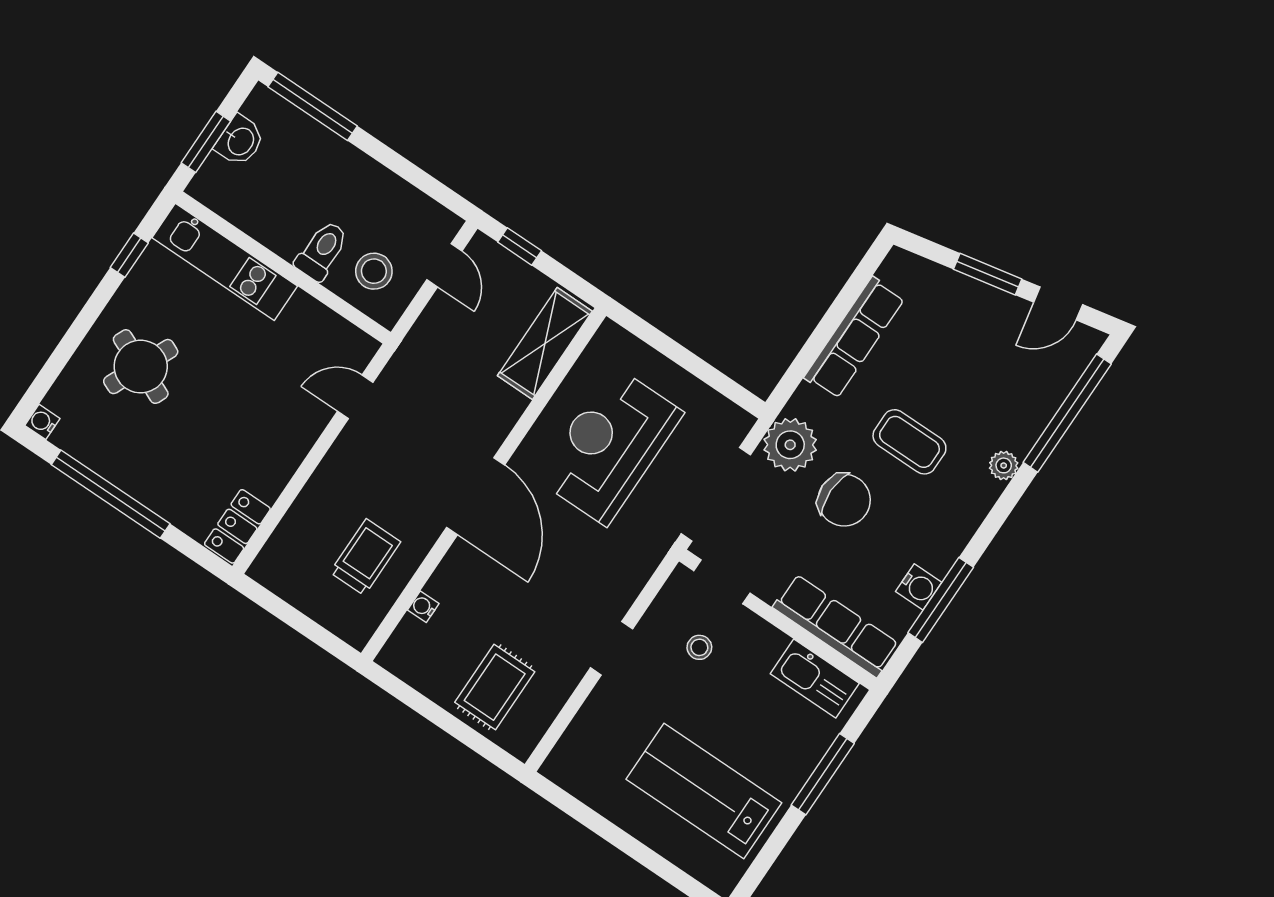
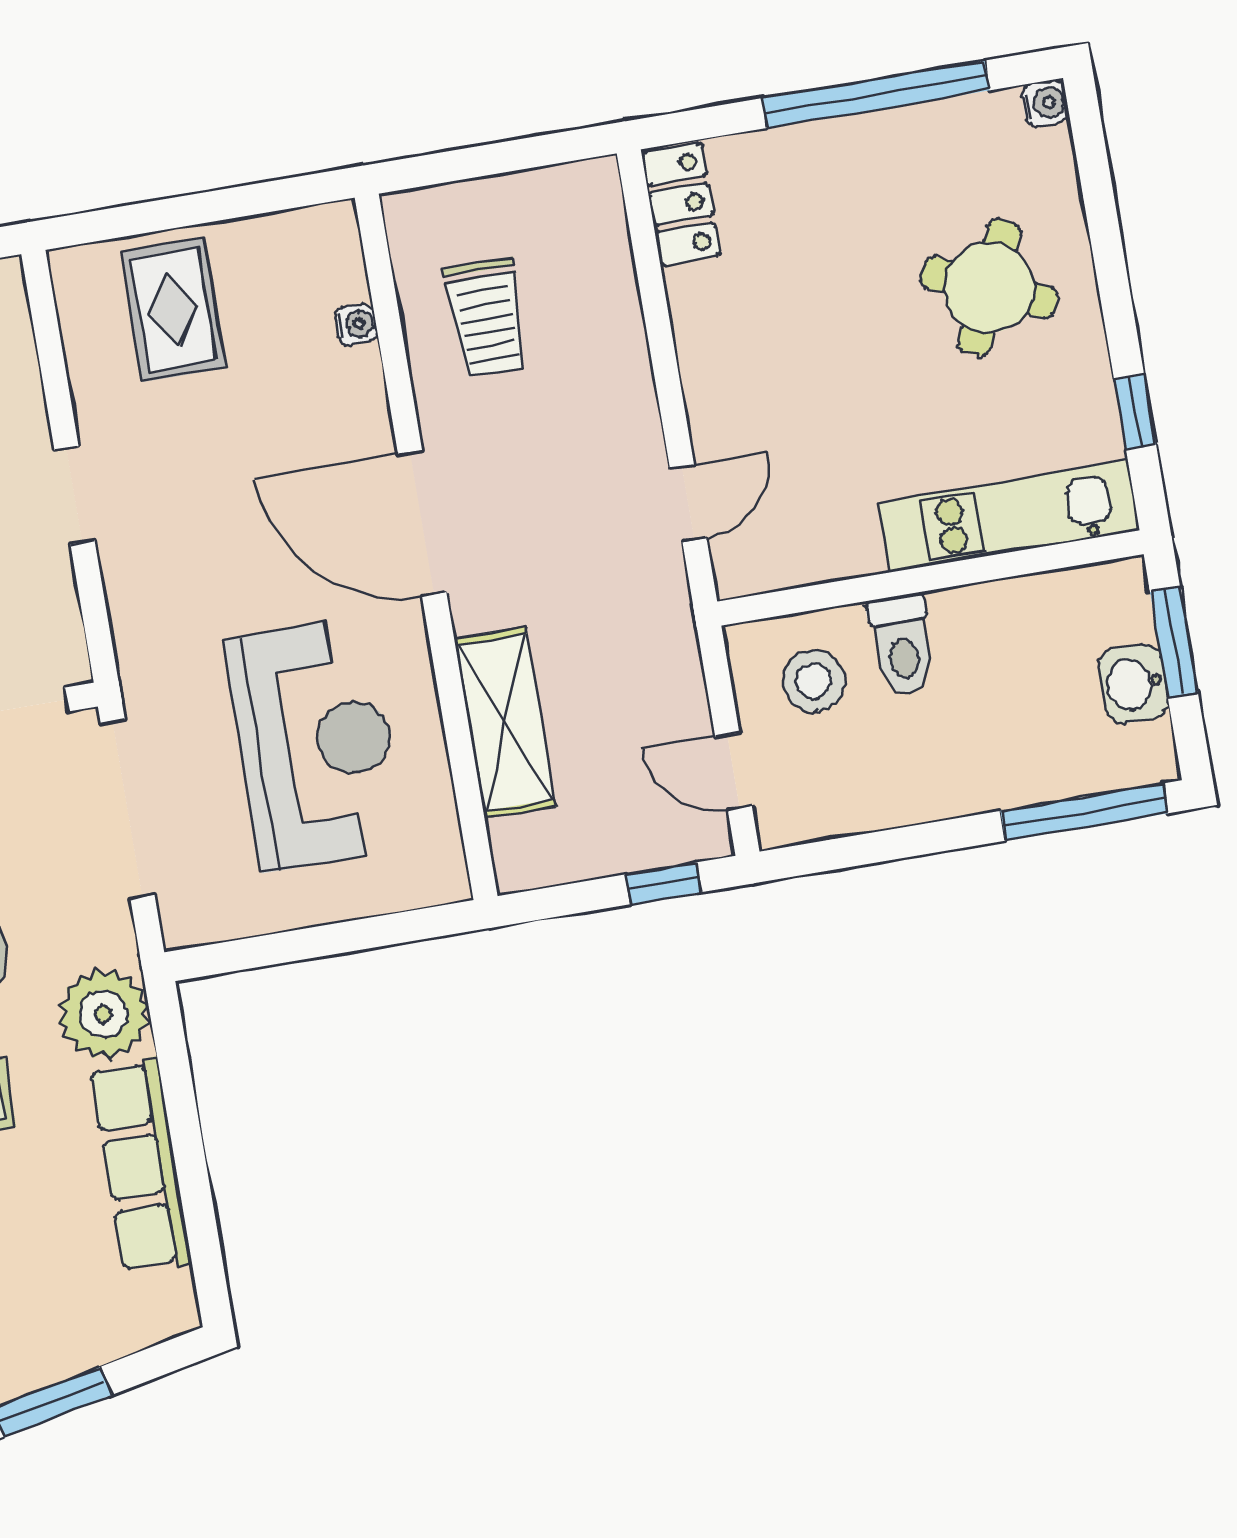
shelving: (545, 343) -> (505, 723), moved
plant: (790, 445) -> (104, 1014), moved

